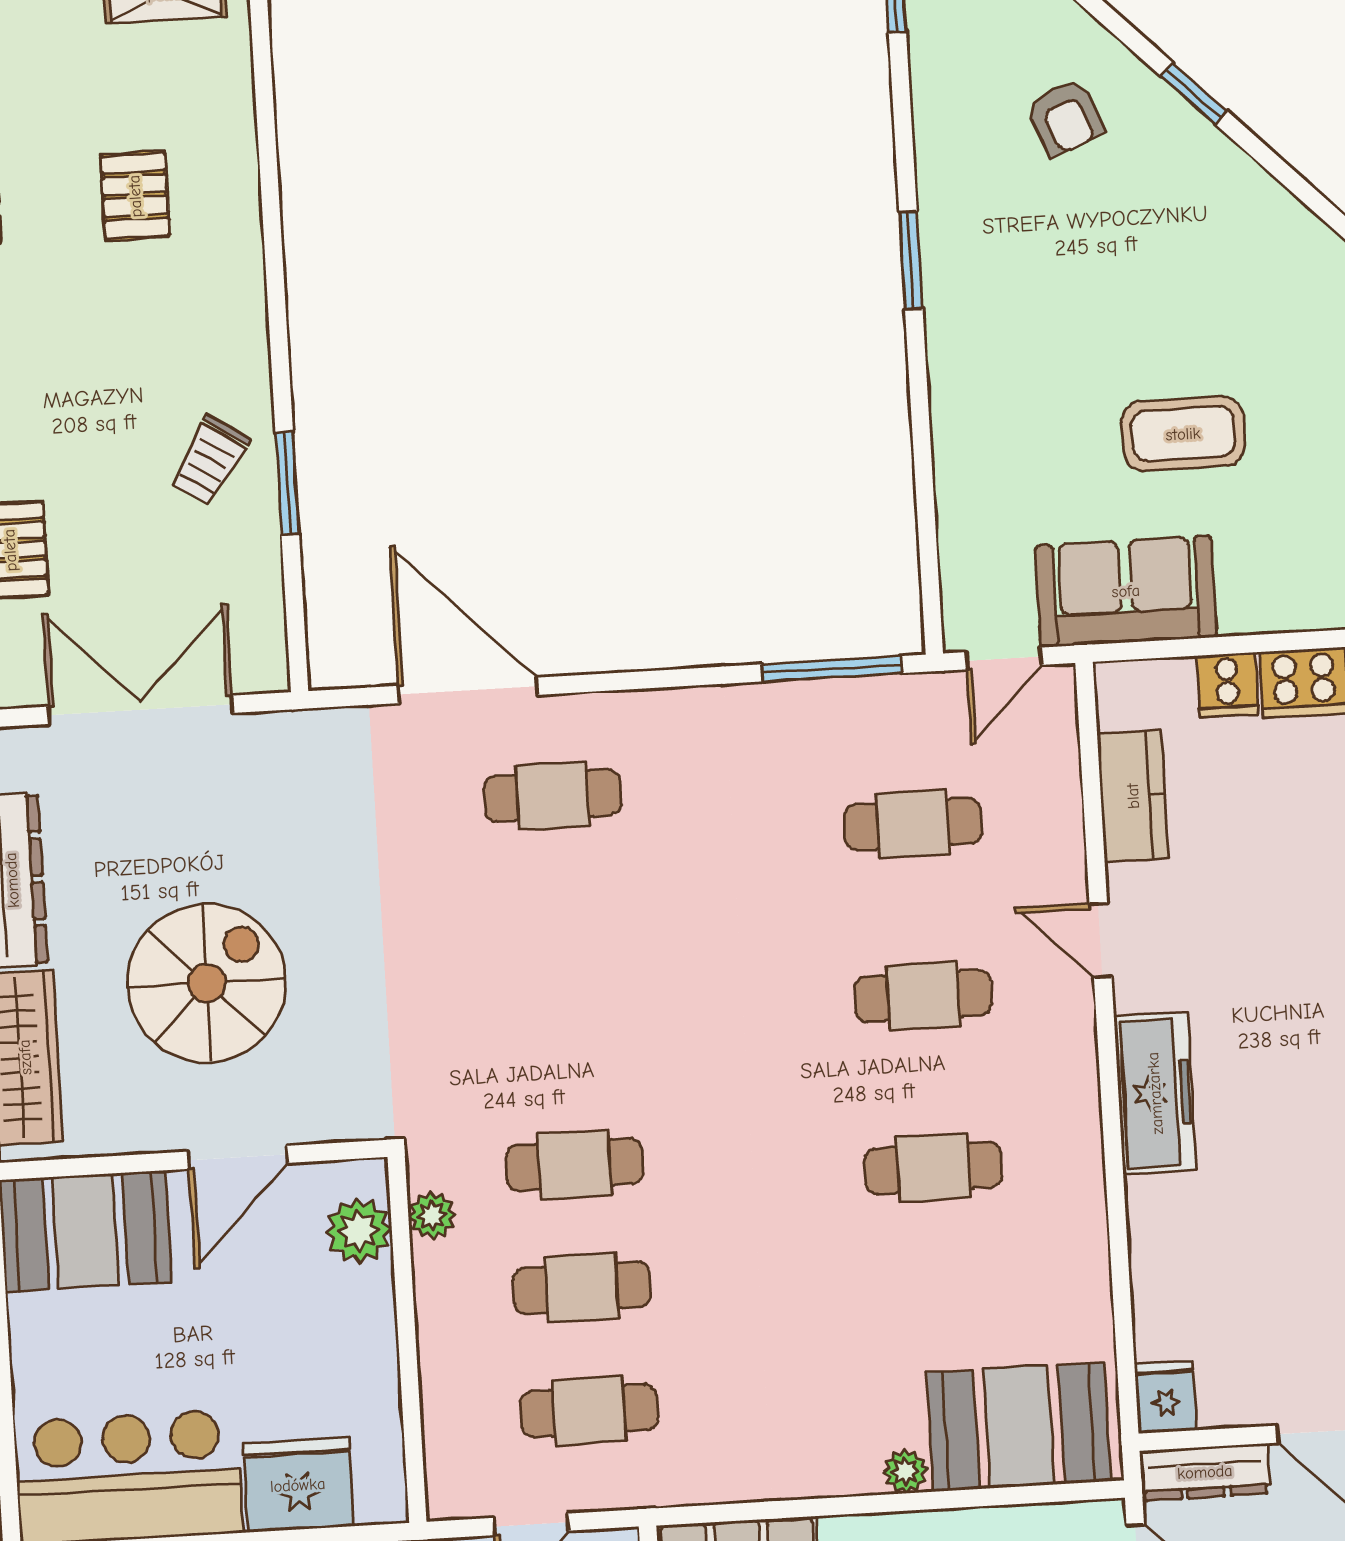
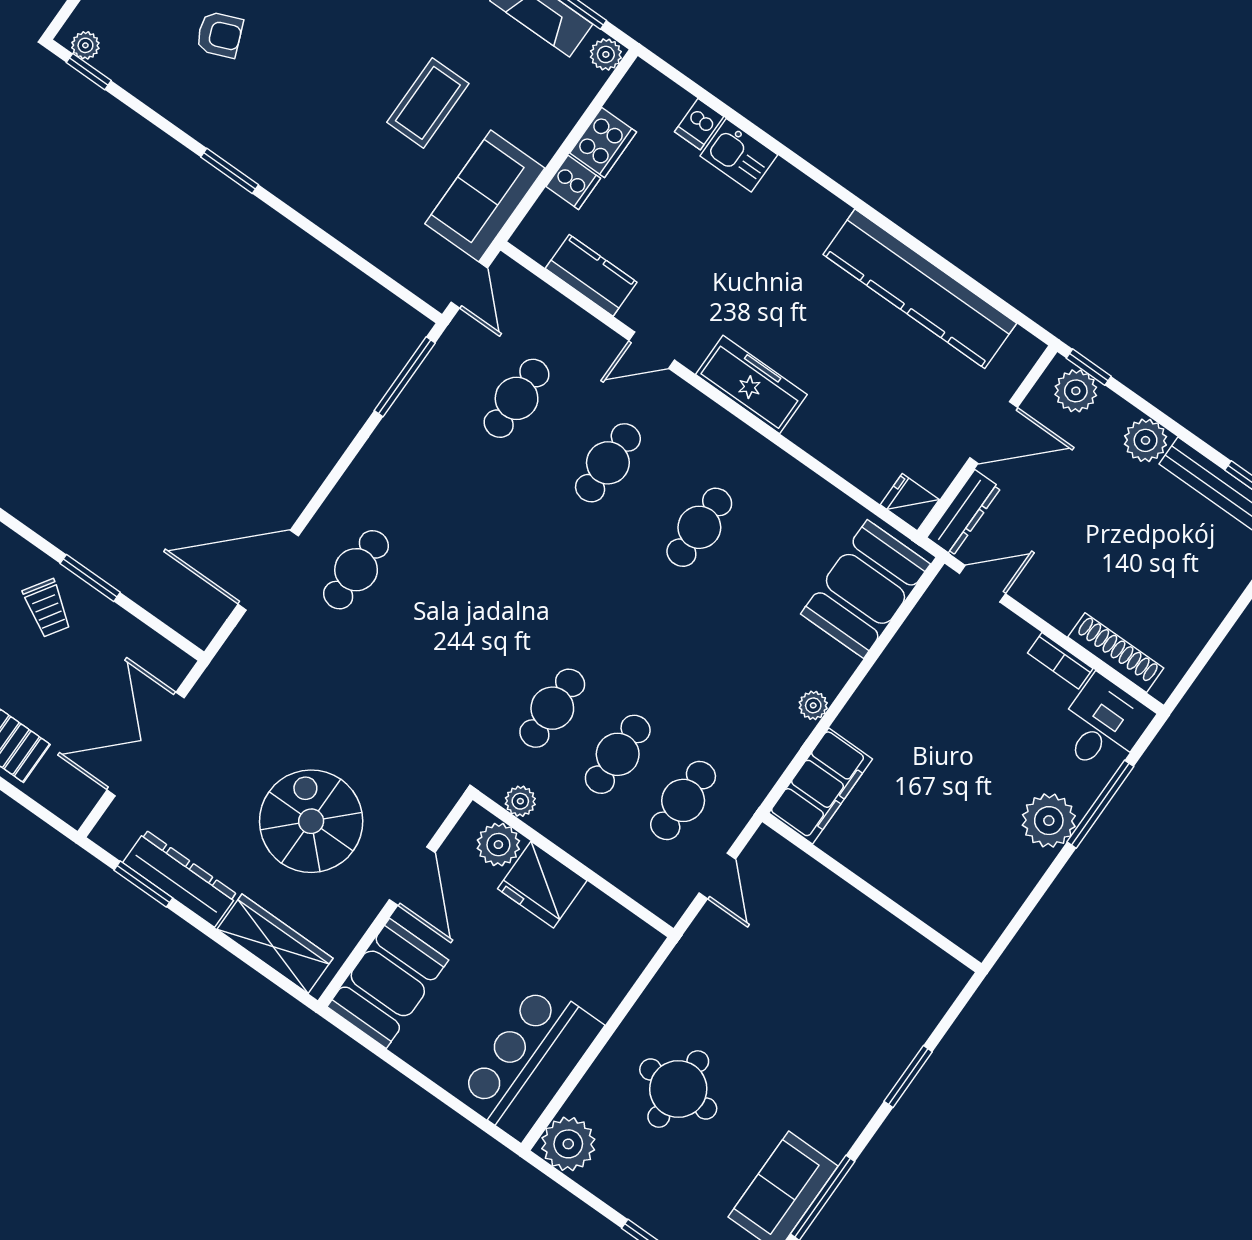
plant: (905, 1471) -> (813, 705), moved
fridge: (298, 1485) -> (542, 885), moved, turned -90

